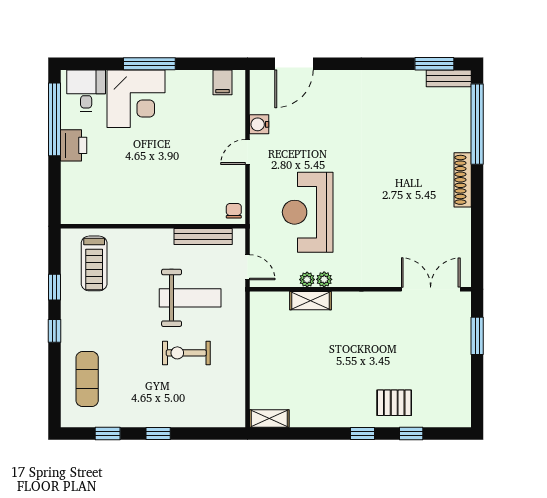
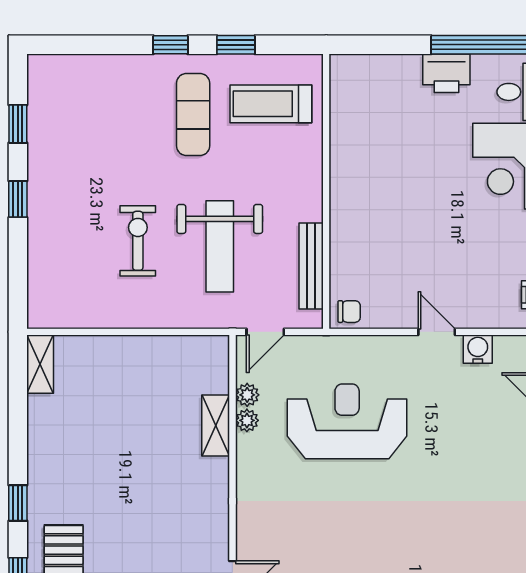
plant: (324, 279) -> (247, 395), moved
exercise mat: (87, 379) -> (193, 115), moved, turned 90

